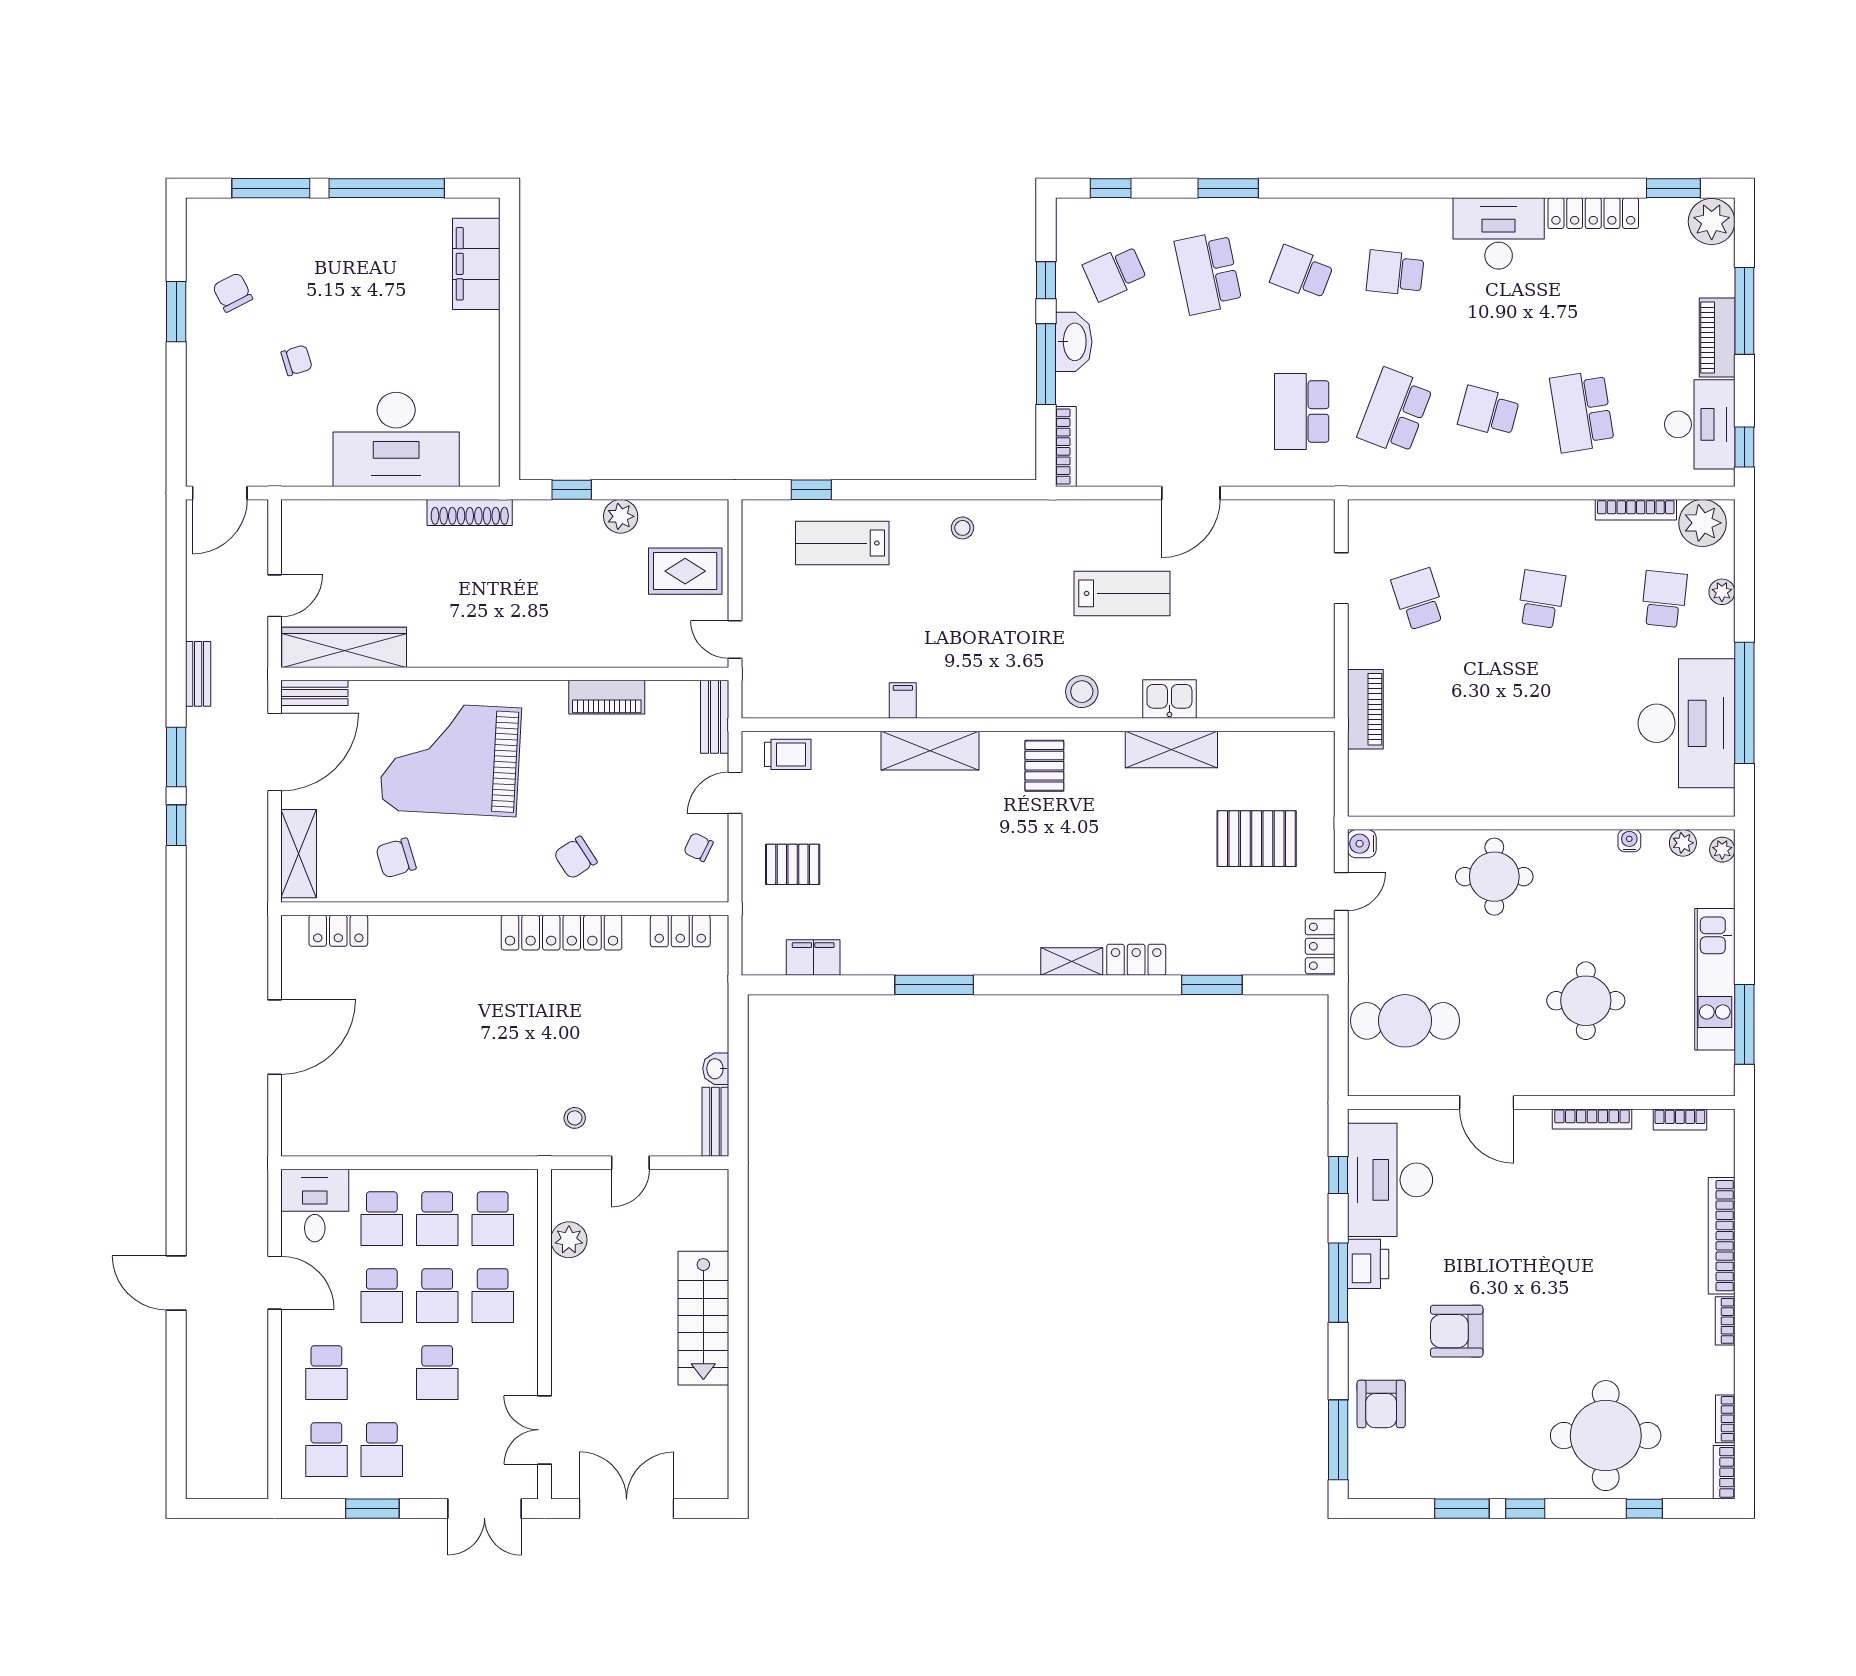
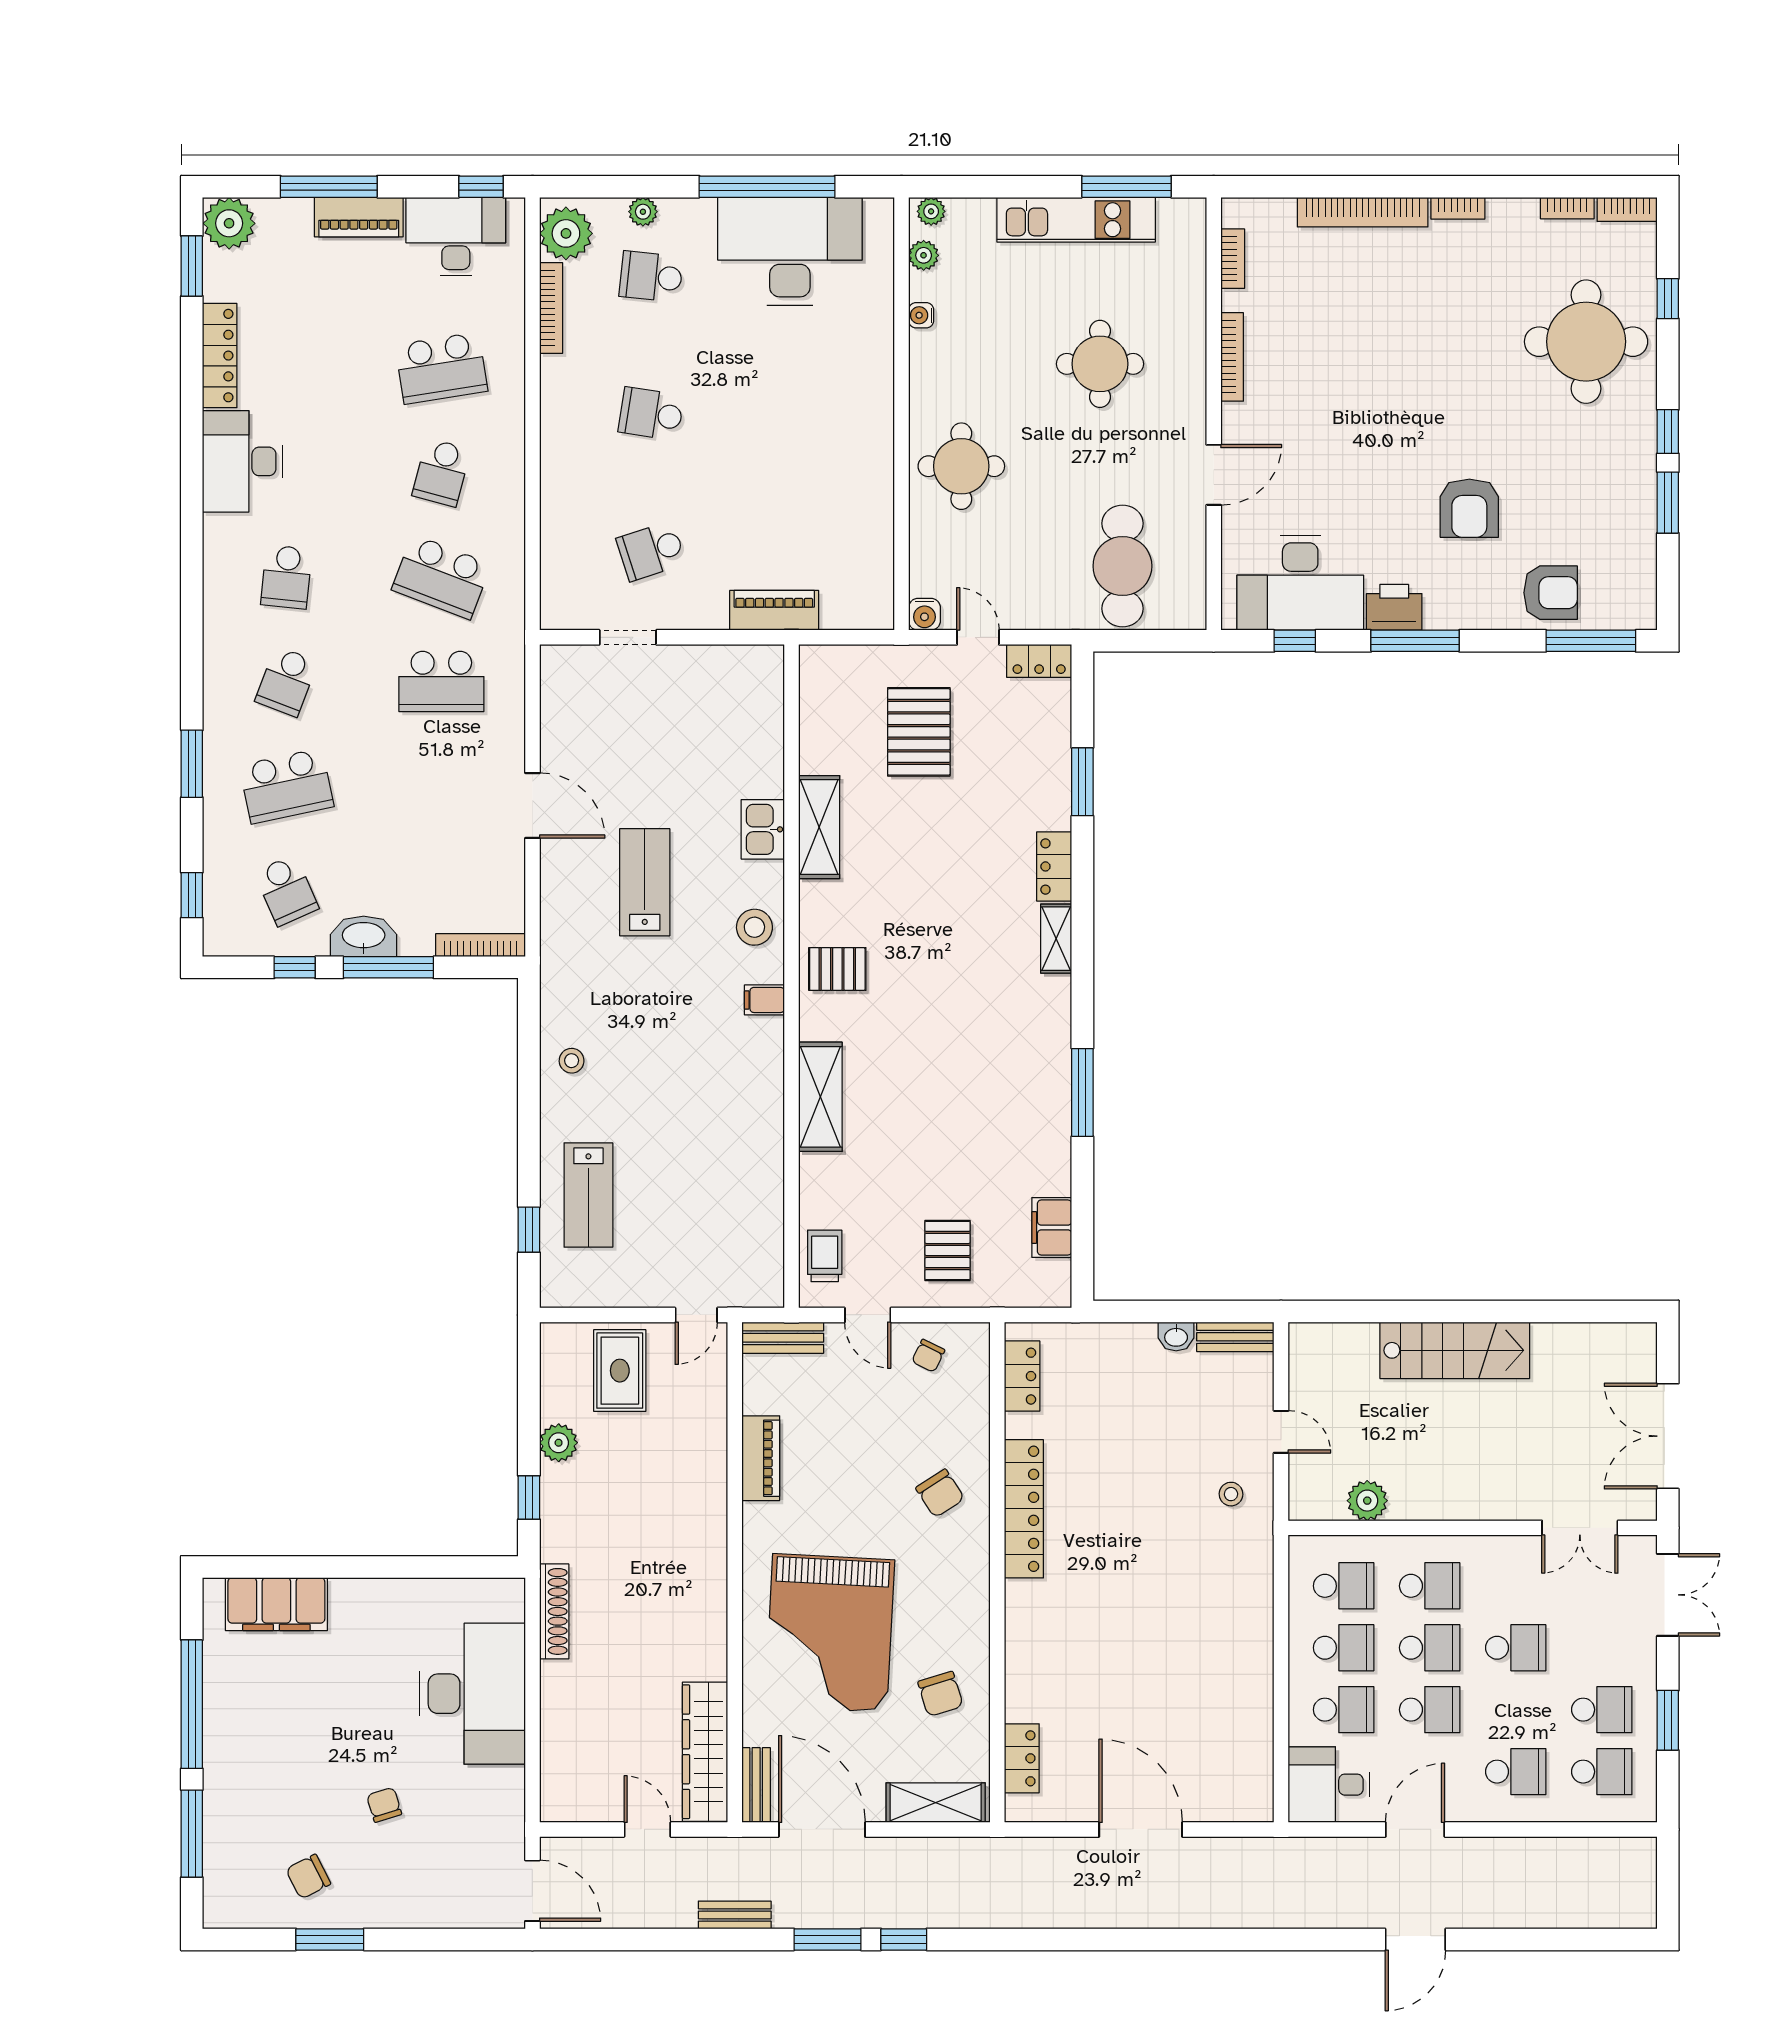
filing cabinet: (903, 700) -> (764, 1000), moved

